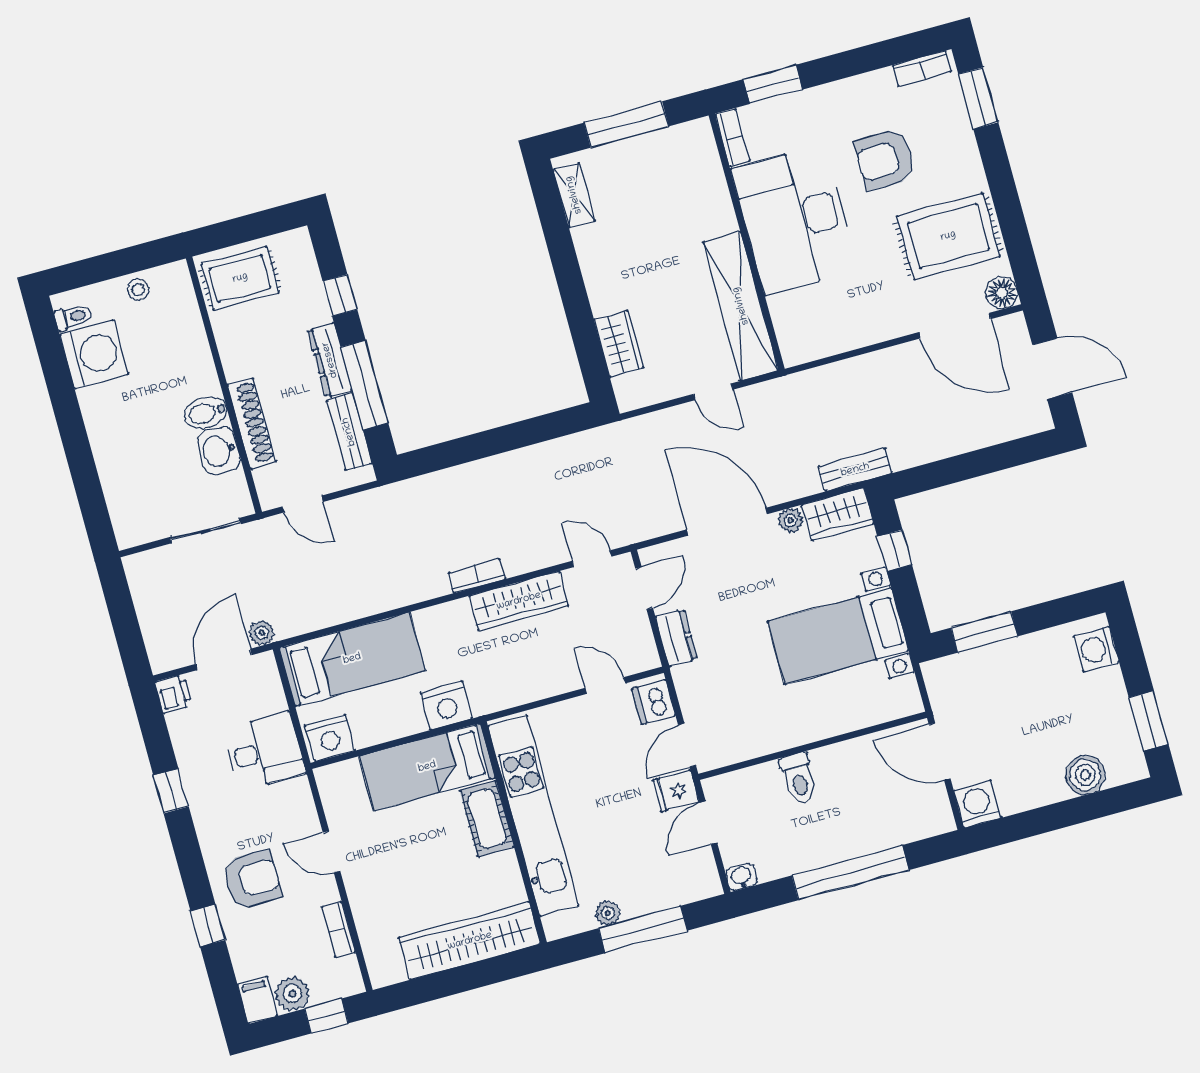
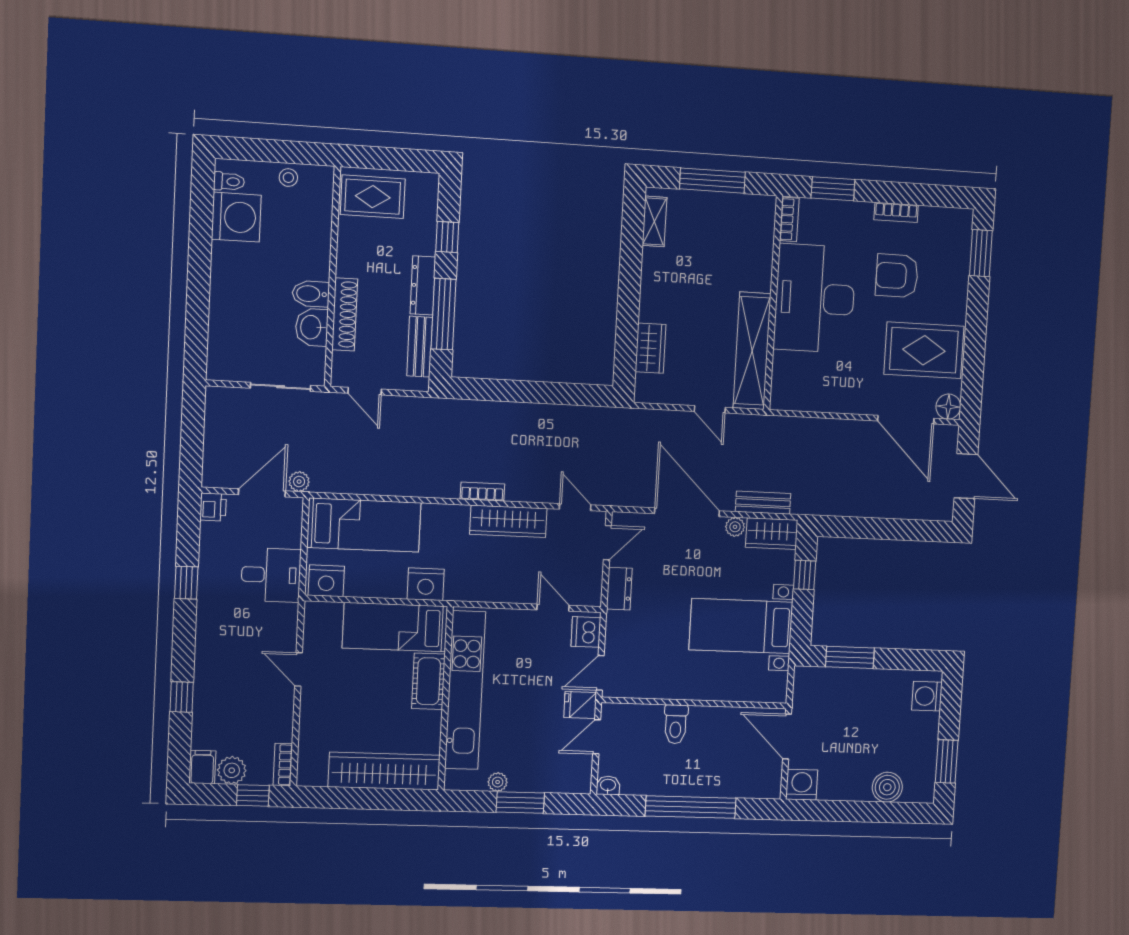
bookcase: (922, 68) -> (896, 212), moved
bench: (855, 470) -> (763, 503), moved
armchair: (252, 879) -> (229, 672), removed
bookcase: (338, 929) -> (283, 765), moved
window: (643, 929) -> (520, 803), width x0.69

